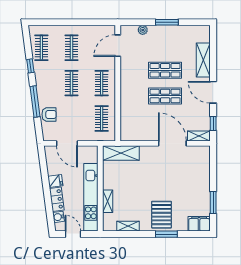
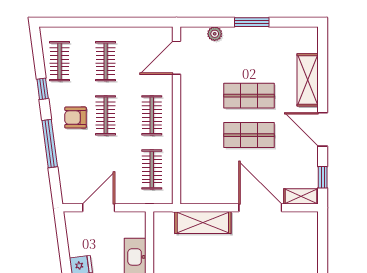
armchair: (49, 114) -> (75, 118), moved, turned 180
door: (67, 143) -> (99, 208), swing flipped
shelving: (121, 153) -> (203, 222), moved

